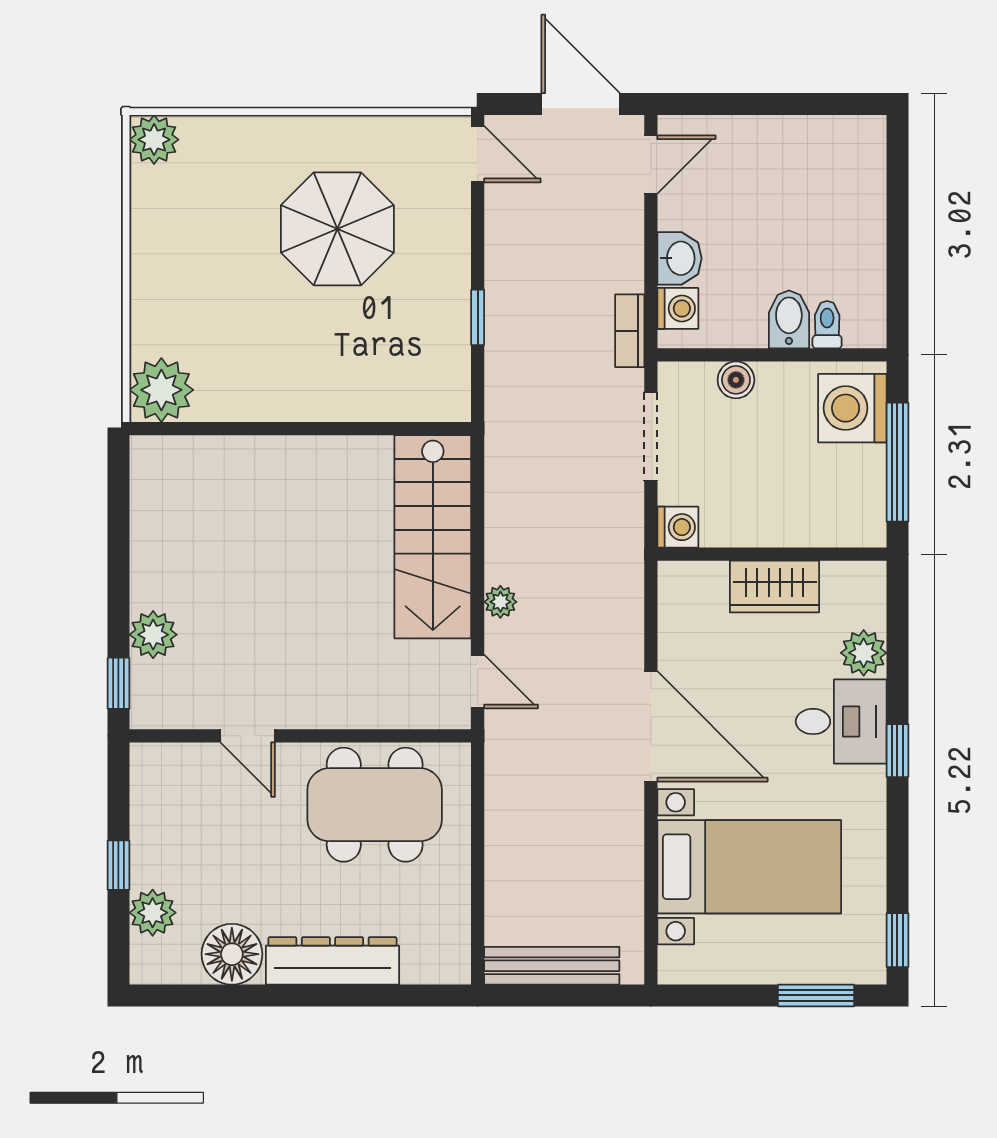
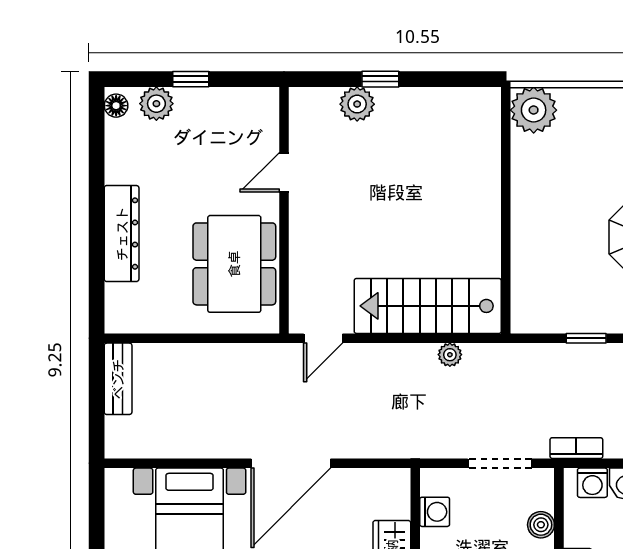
washing machine: (678, 527) -> (435, 512), moved, turned -90
plant: (500, 602) -> (450, 355), moved
window: (118, 683) -> (380, 79), moved
floor lamp: (232, 954) -> (116, 106), moved, width x0.53, depth x0.53
bench: (552, 966) -> (118, 379), width x0.73

